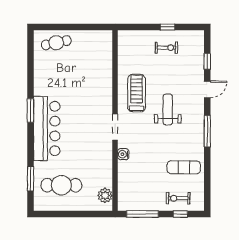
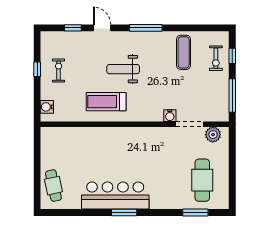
water cooler: (132, 36) -> (47, 107), added
doorway: (115, 127) -> (190, 124), moved
bar counter: (47, 129) -> (115, 195), moved

